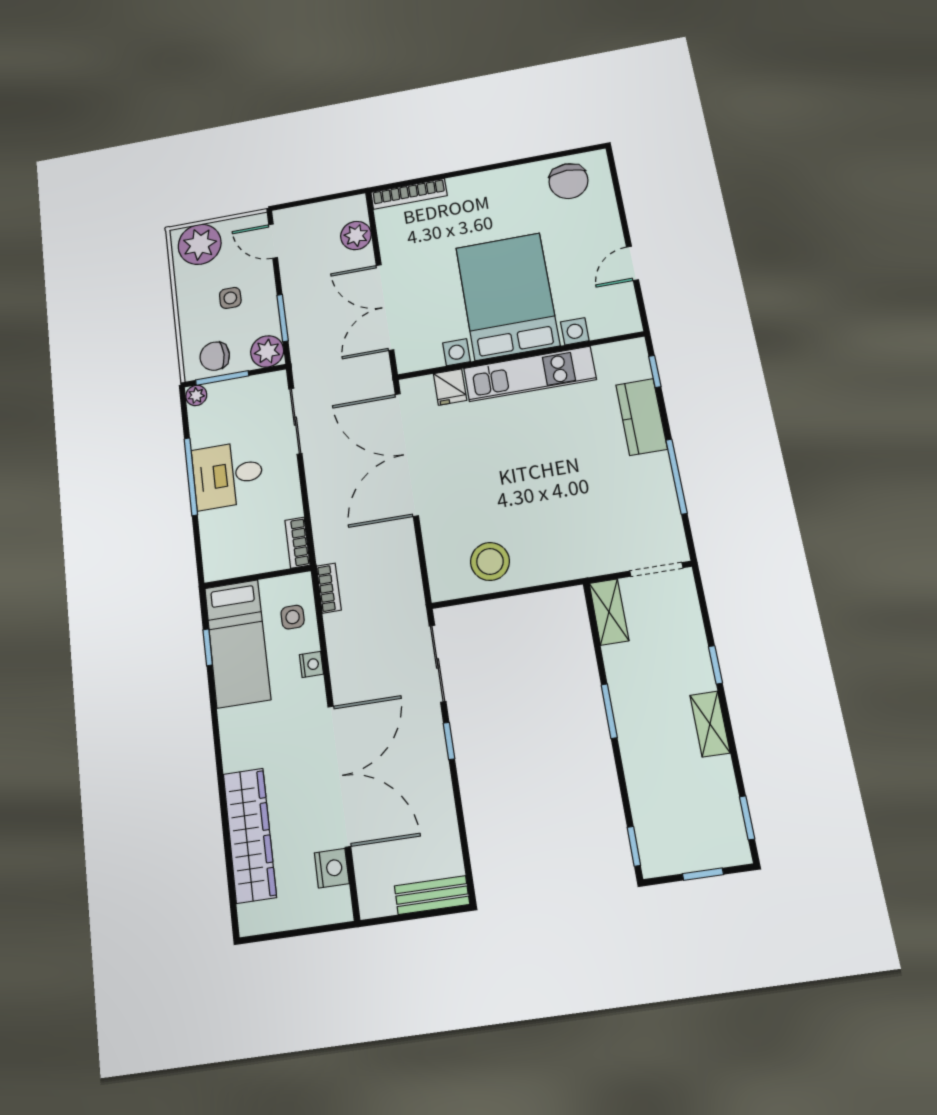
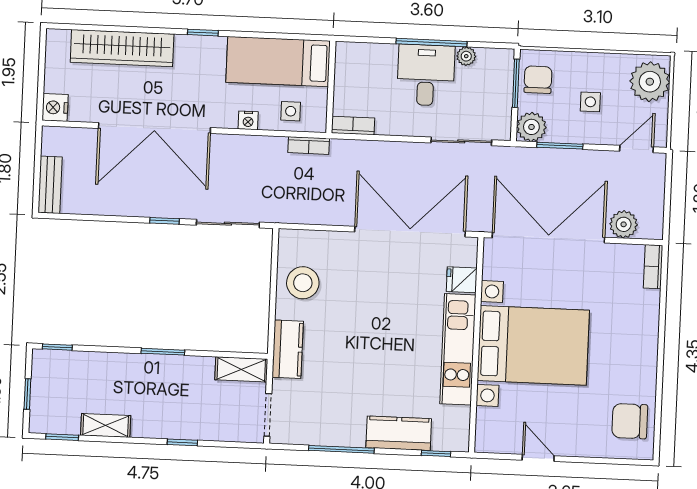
bookcase: (409, 194) -> (653, 267), width x0.64
double door: (385, 307) -> (548, 238), width x1.36
plant: (196, 395) -> (466, 56), moved
kitchen counter: (572, 563) -> (288, 349), added
window: (208, 647) -> (203, 33), moved
shelving: (710, 724) -> (106, 425), moved
nightstand: (332, 868) -> (55, 107), moved, turned 90

